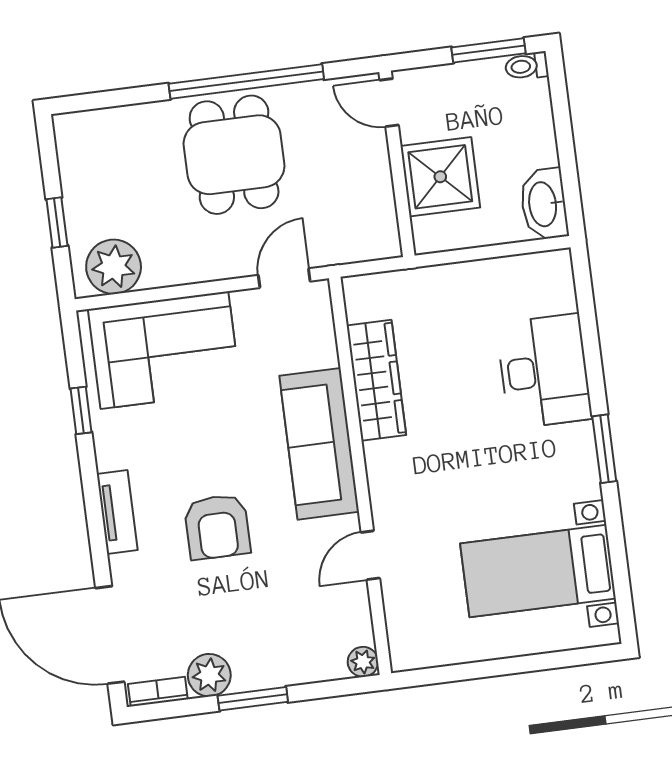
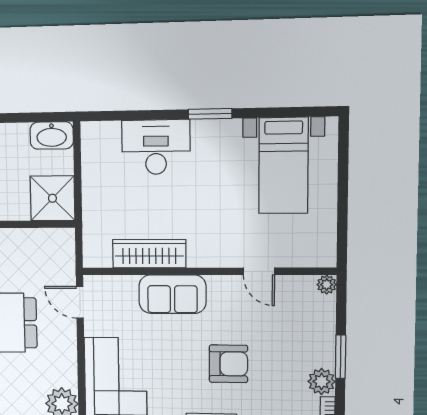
shower: (440, 177) -> (52, 198), moved
sofa: (319, 444) -> (172, 294), width x0.73

